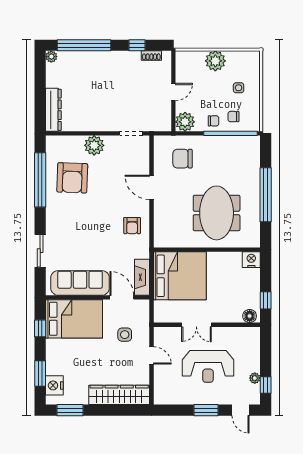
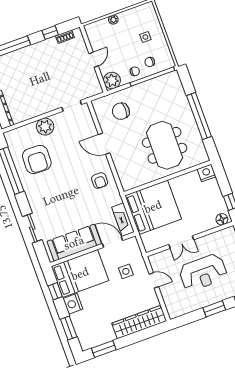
plant: (215, 61) -> (113, 20), width x0.53, depth x0.53
nightstand: (54, 385) -> (73, 304), moved

